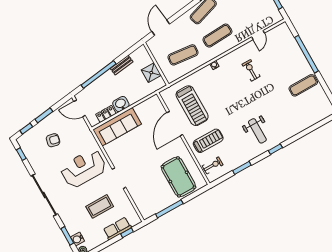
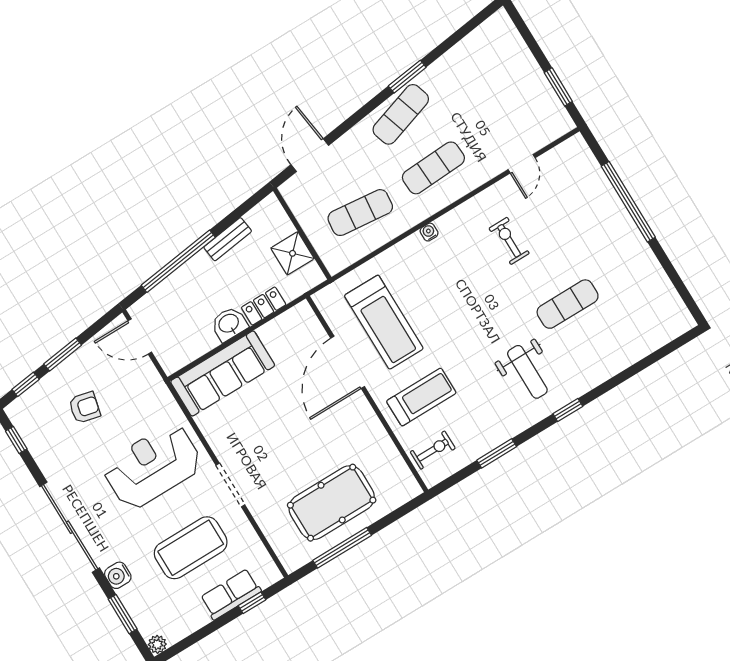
exercise mat: (303, 85) -> (568, 304), moved
locker: (106, 114) -> (264, 306), moved
pool table: (178, 177) -> (332, 503), moved, turned 90
coffee table: (100, 206) -> (191, 548), width x1.36, depth x1.32
water cooler: (78, 239) -> (118, 575), moved

